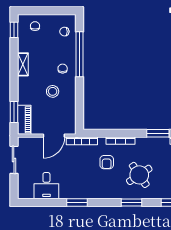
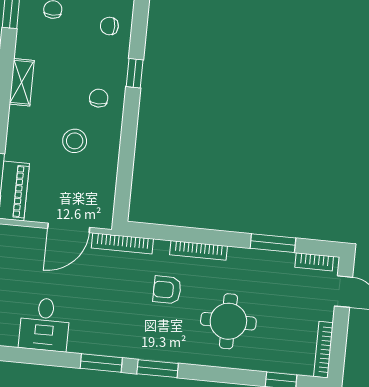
window: (80, 54) -> (135, 73), width x0.32
armchair: (107, 162) -> (167, 290), turned 90
round table: (139, 175) -> (228, 321), turned 34
window: (132, 202) -> (158, 369), moved

